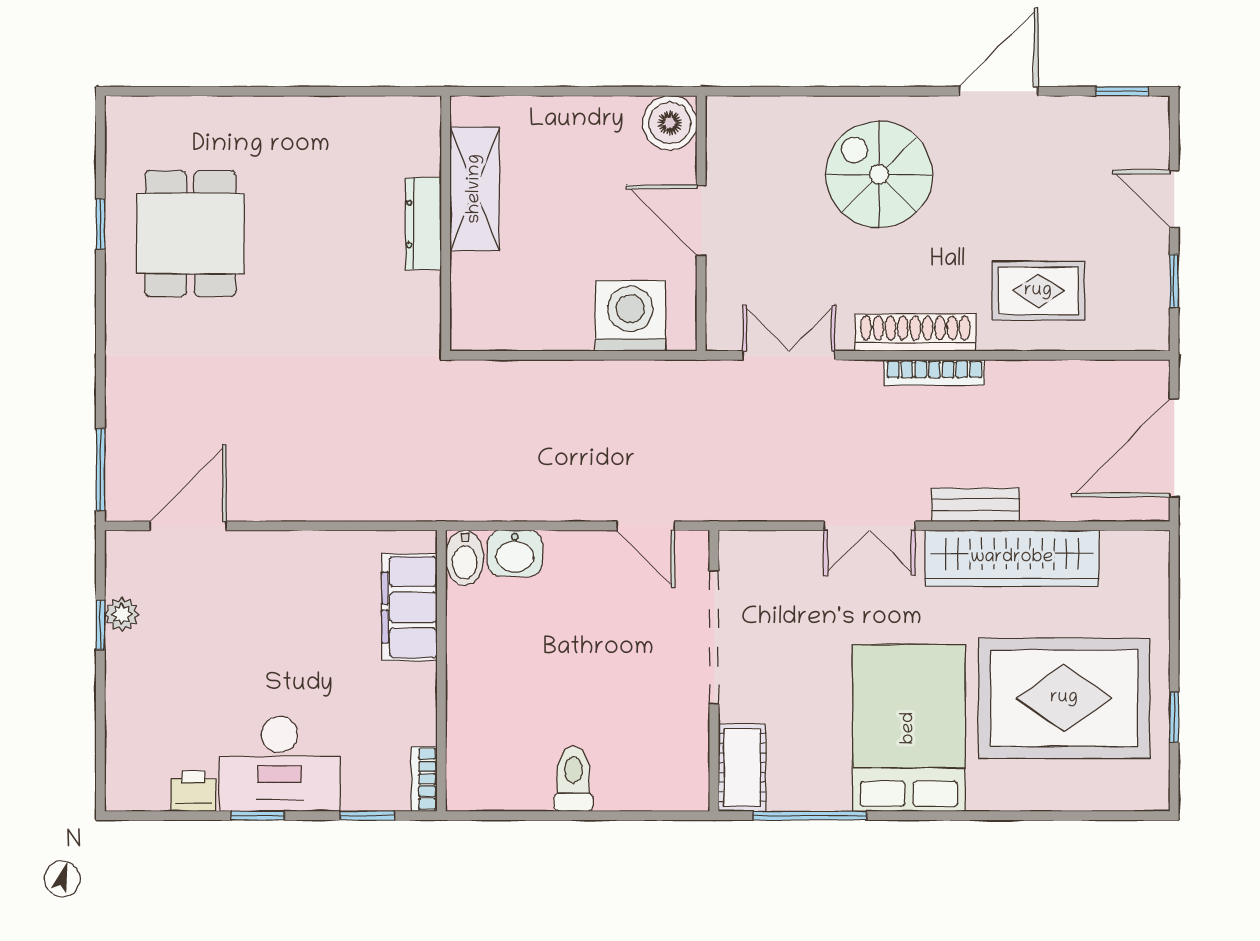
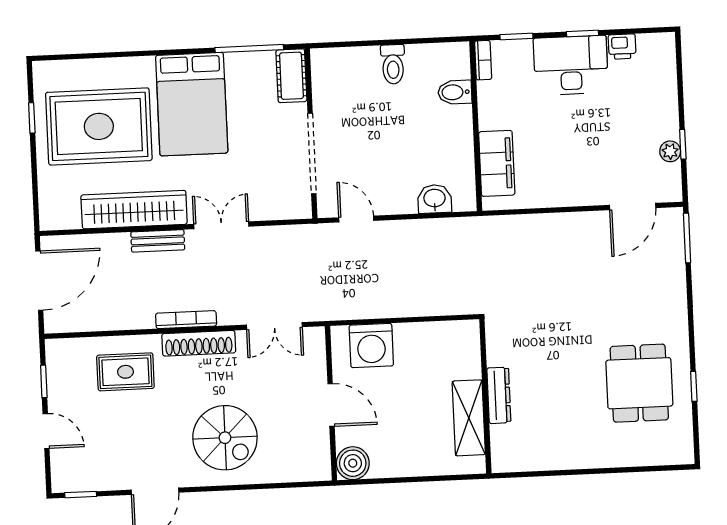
bidet: (465, 558) -> (455, 92), moved, turned -90

